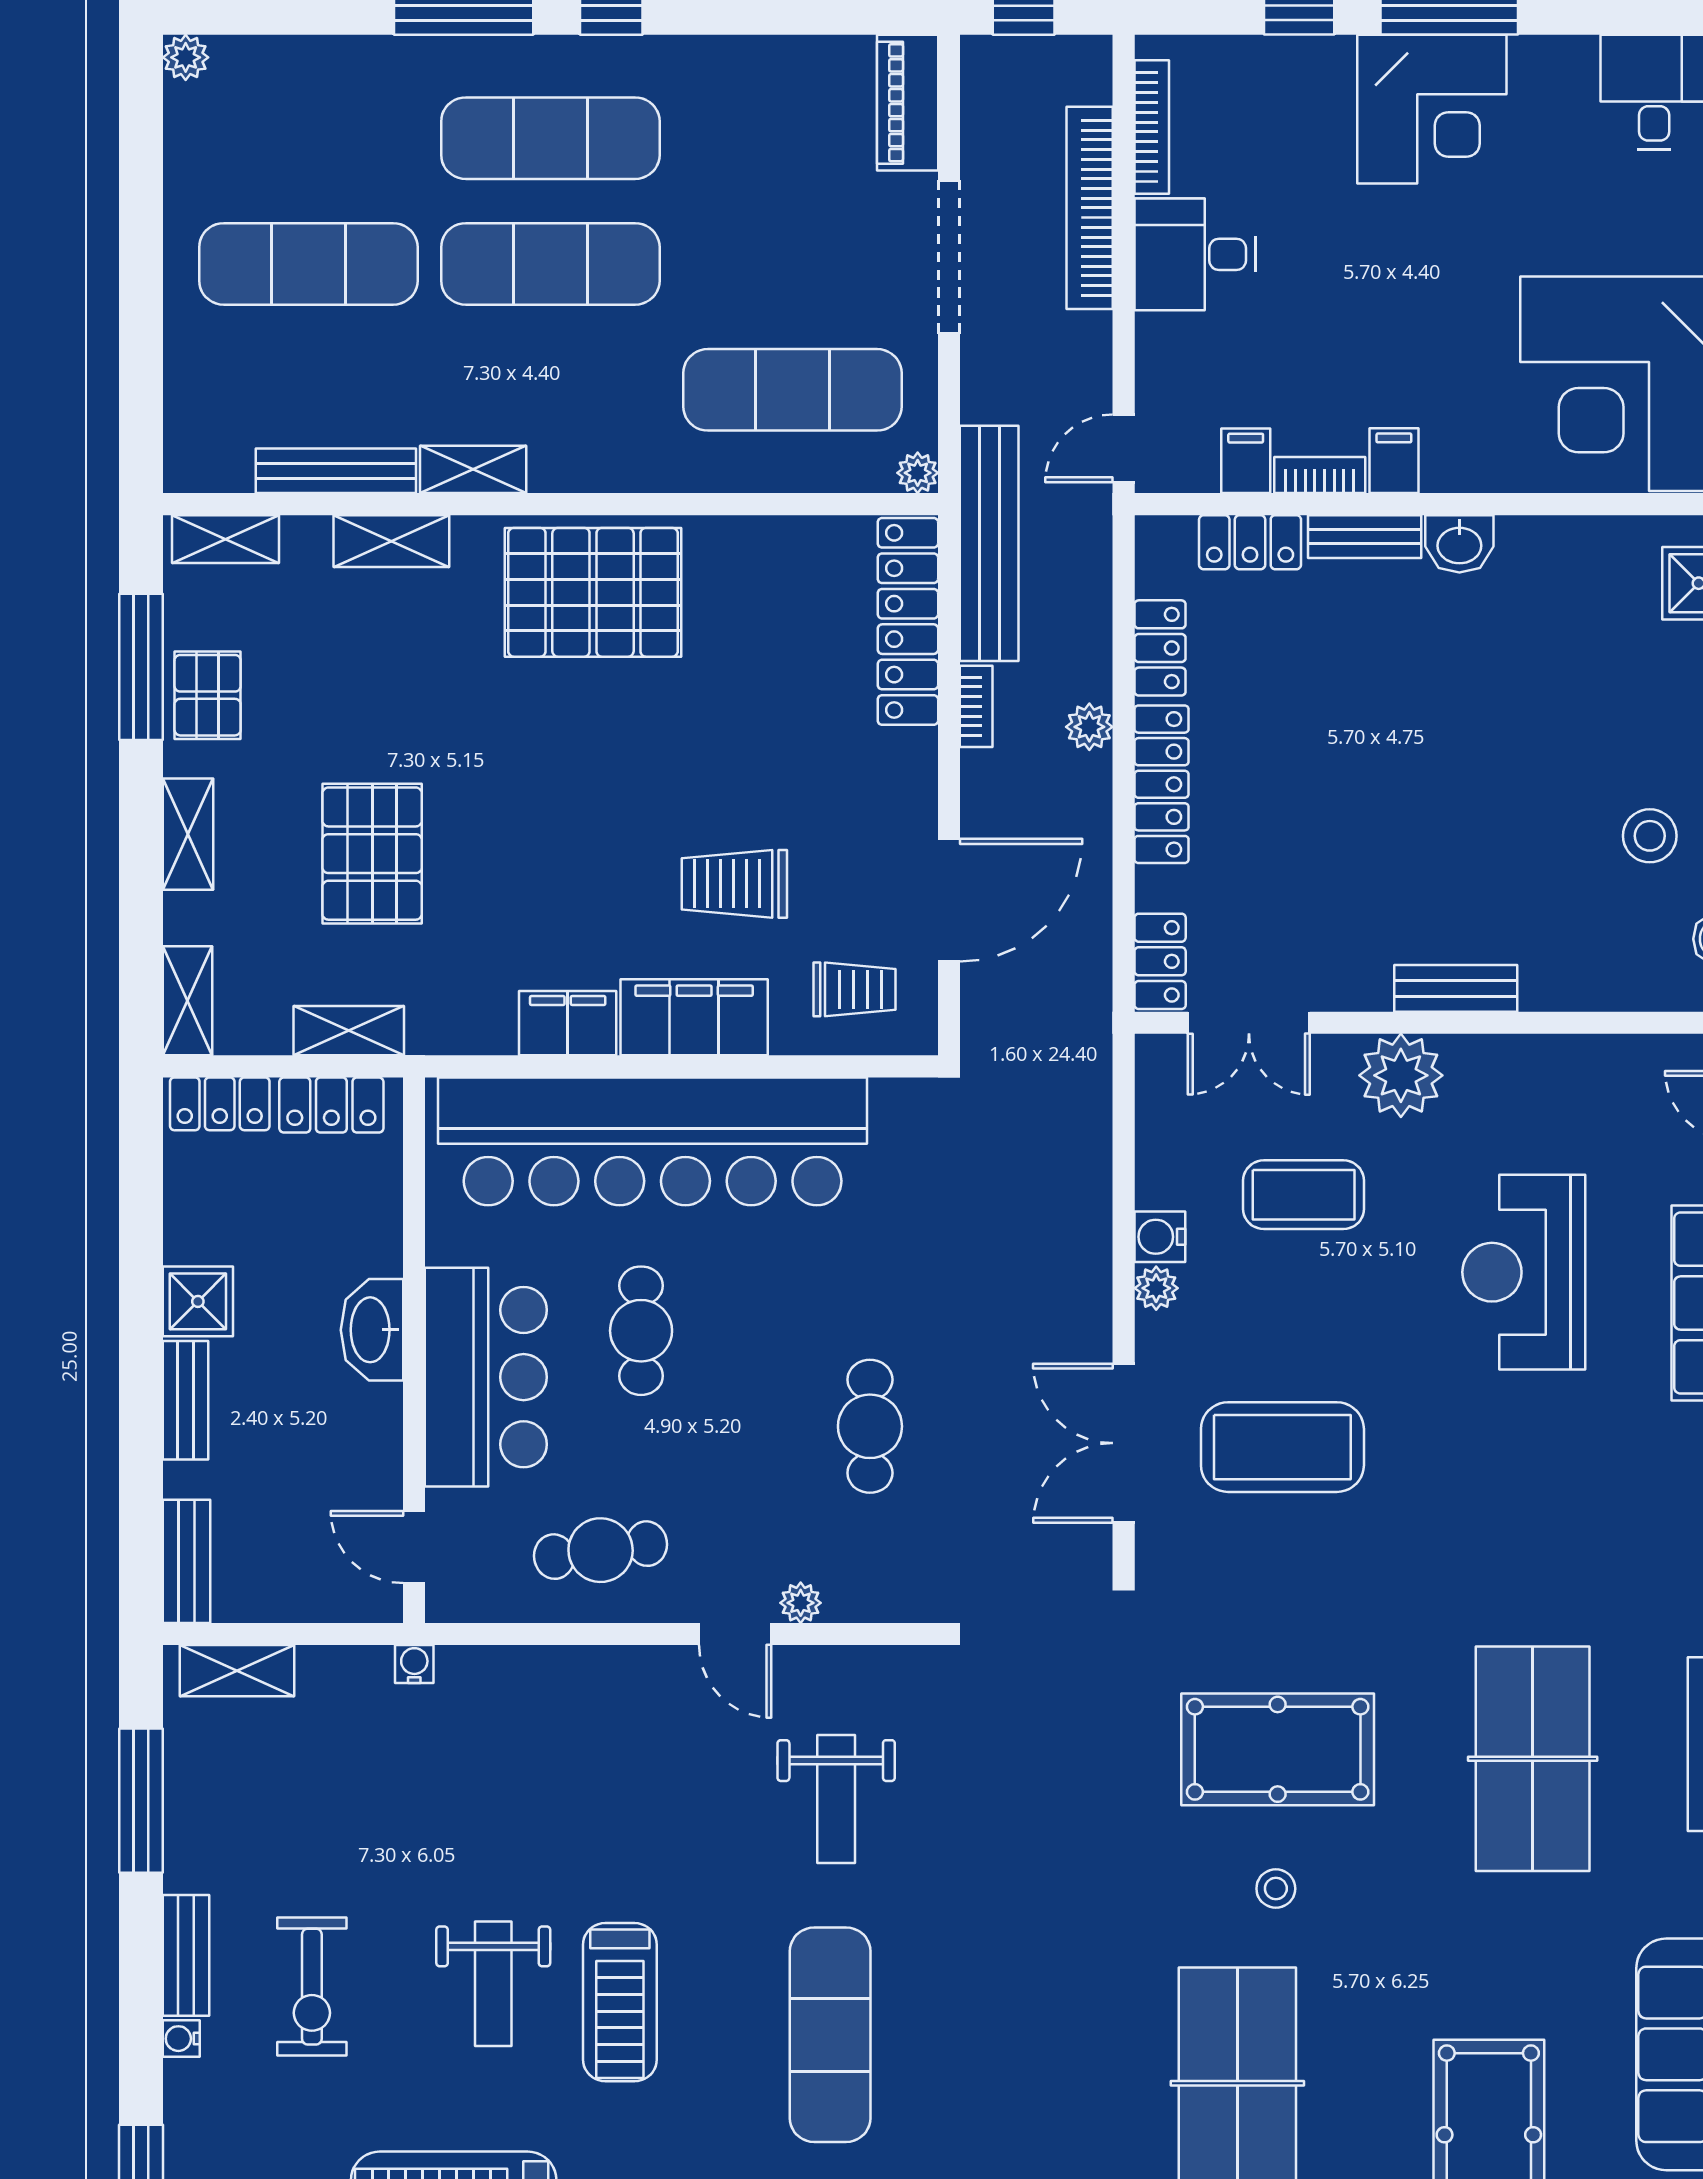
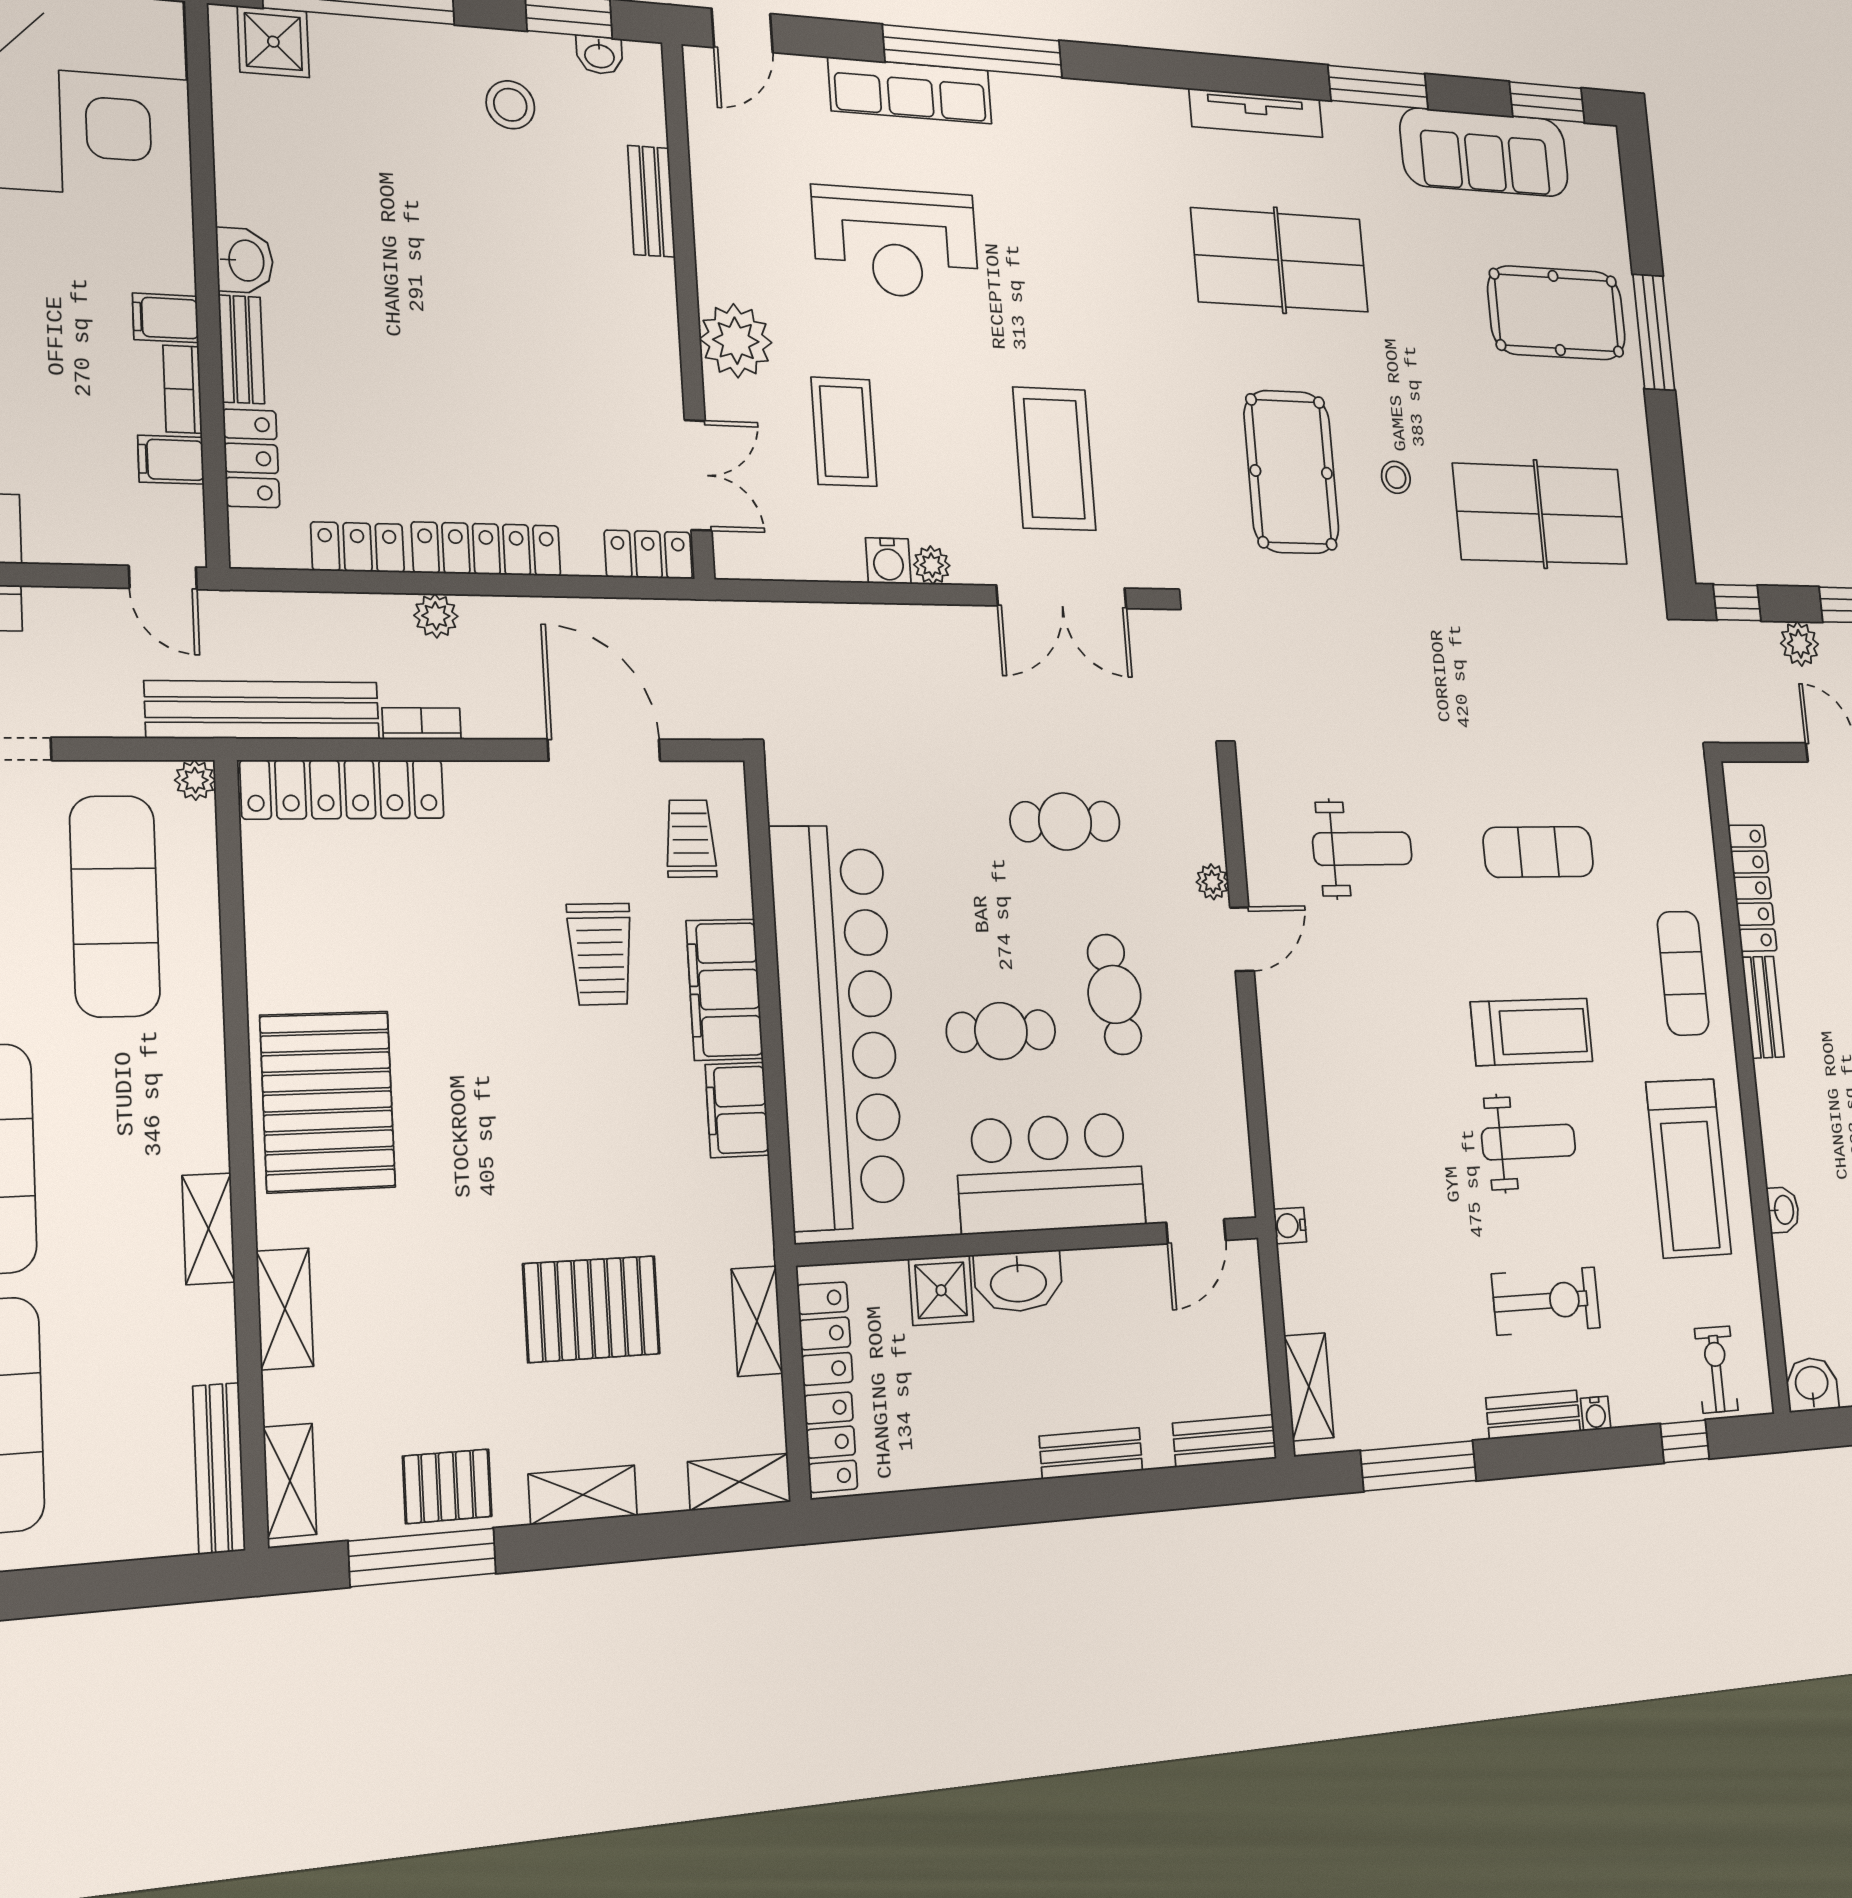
bench: (336, 471) -> (219, 1468), moved
bench: (1456, 988) -> (651, 201), moved
shower: (198, 1301) -> (941, 1290), moved
cafe table: (601, 1550) -> (1114, 994), moved
exercise mat: (830, 2035) -> (1538, 852), width x0.73, depth x0.69

